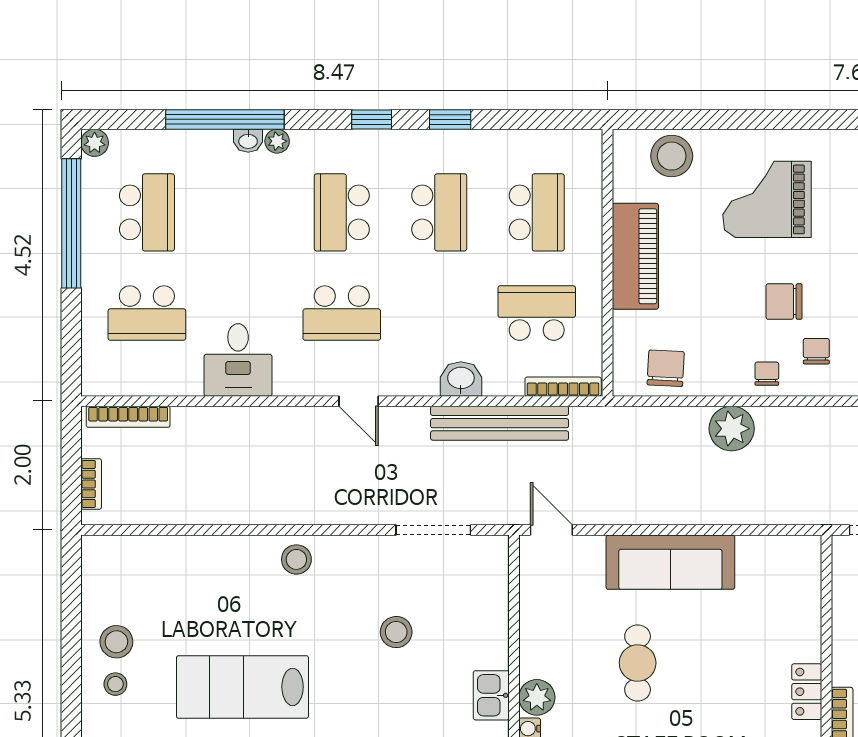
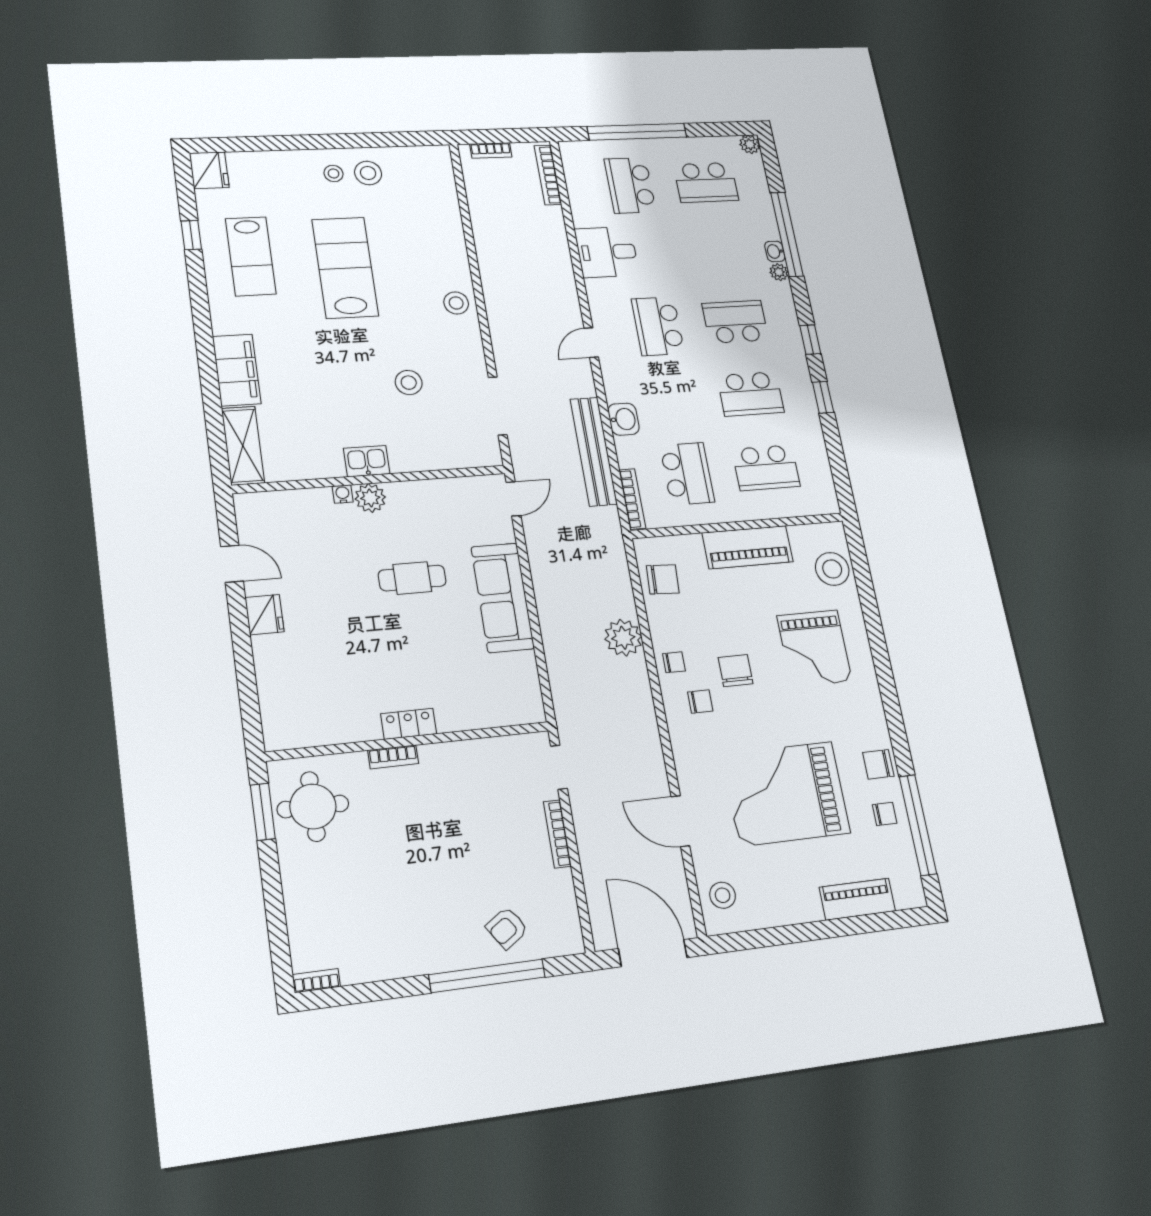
grand piano: (767, 199) -> (815, 648), turned 180
window: (71, 223) -> (637, 132), moved

